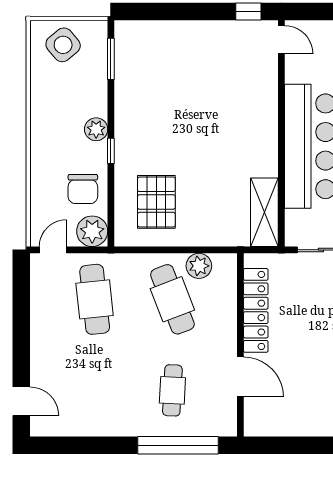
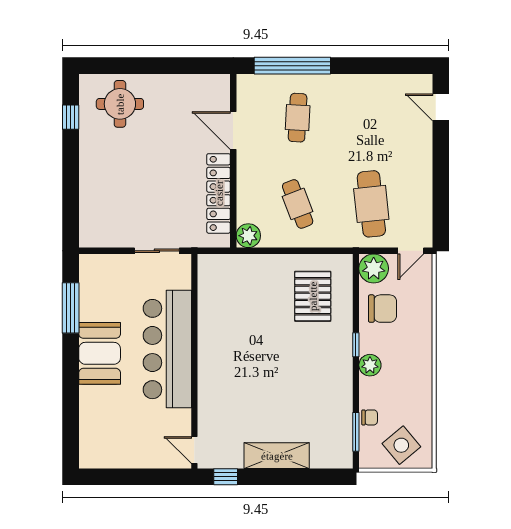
chair: (96, 74) -> (370, 417), added
chair: (83, 189) -> (382, 309), turned 90
shelving: (264, 212) -> (277, 456), moved, turned 90
plant: (199, 266) -> (248, 236), moved
cafe table: (172, 299) -> (298, 204), width x0.73, depth x0.74

